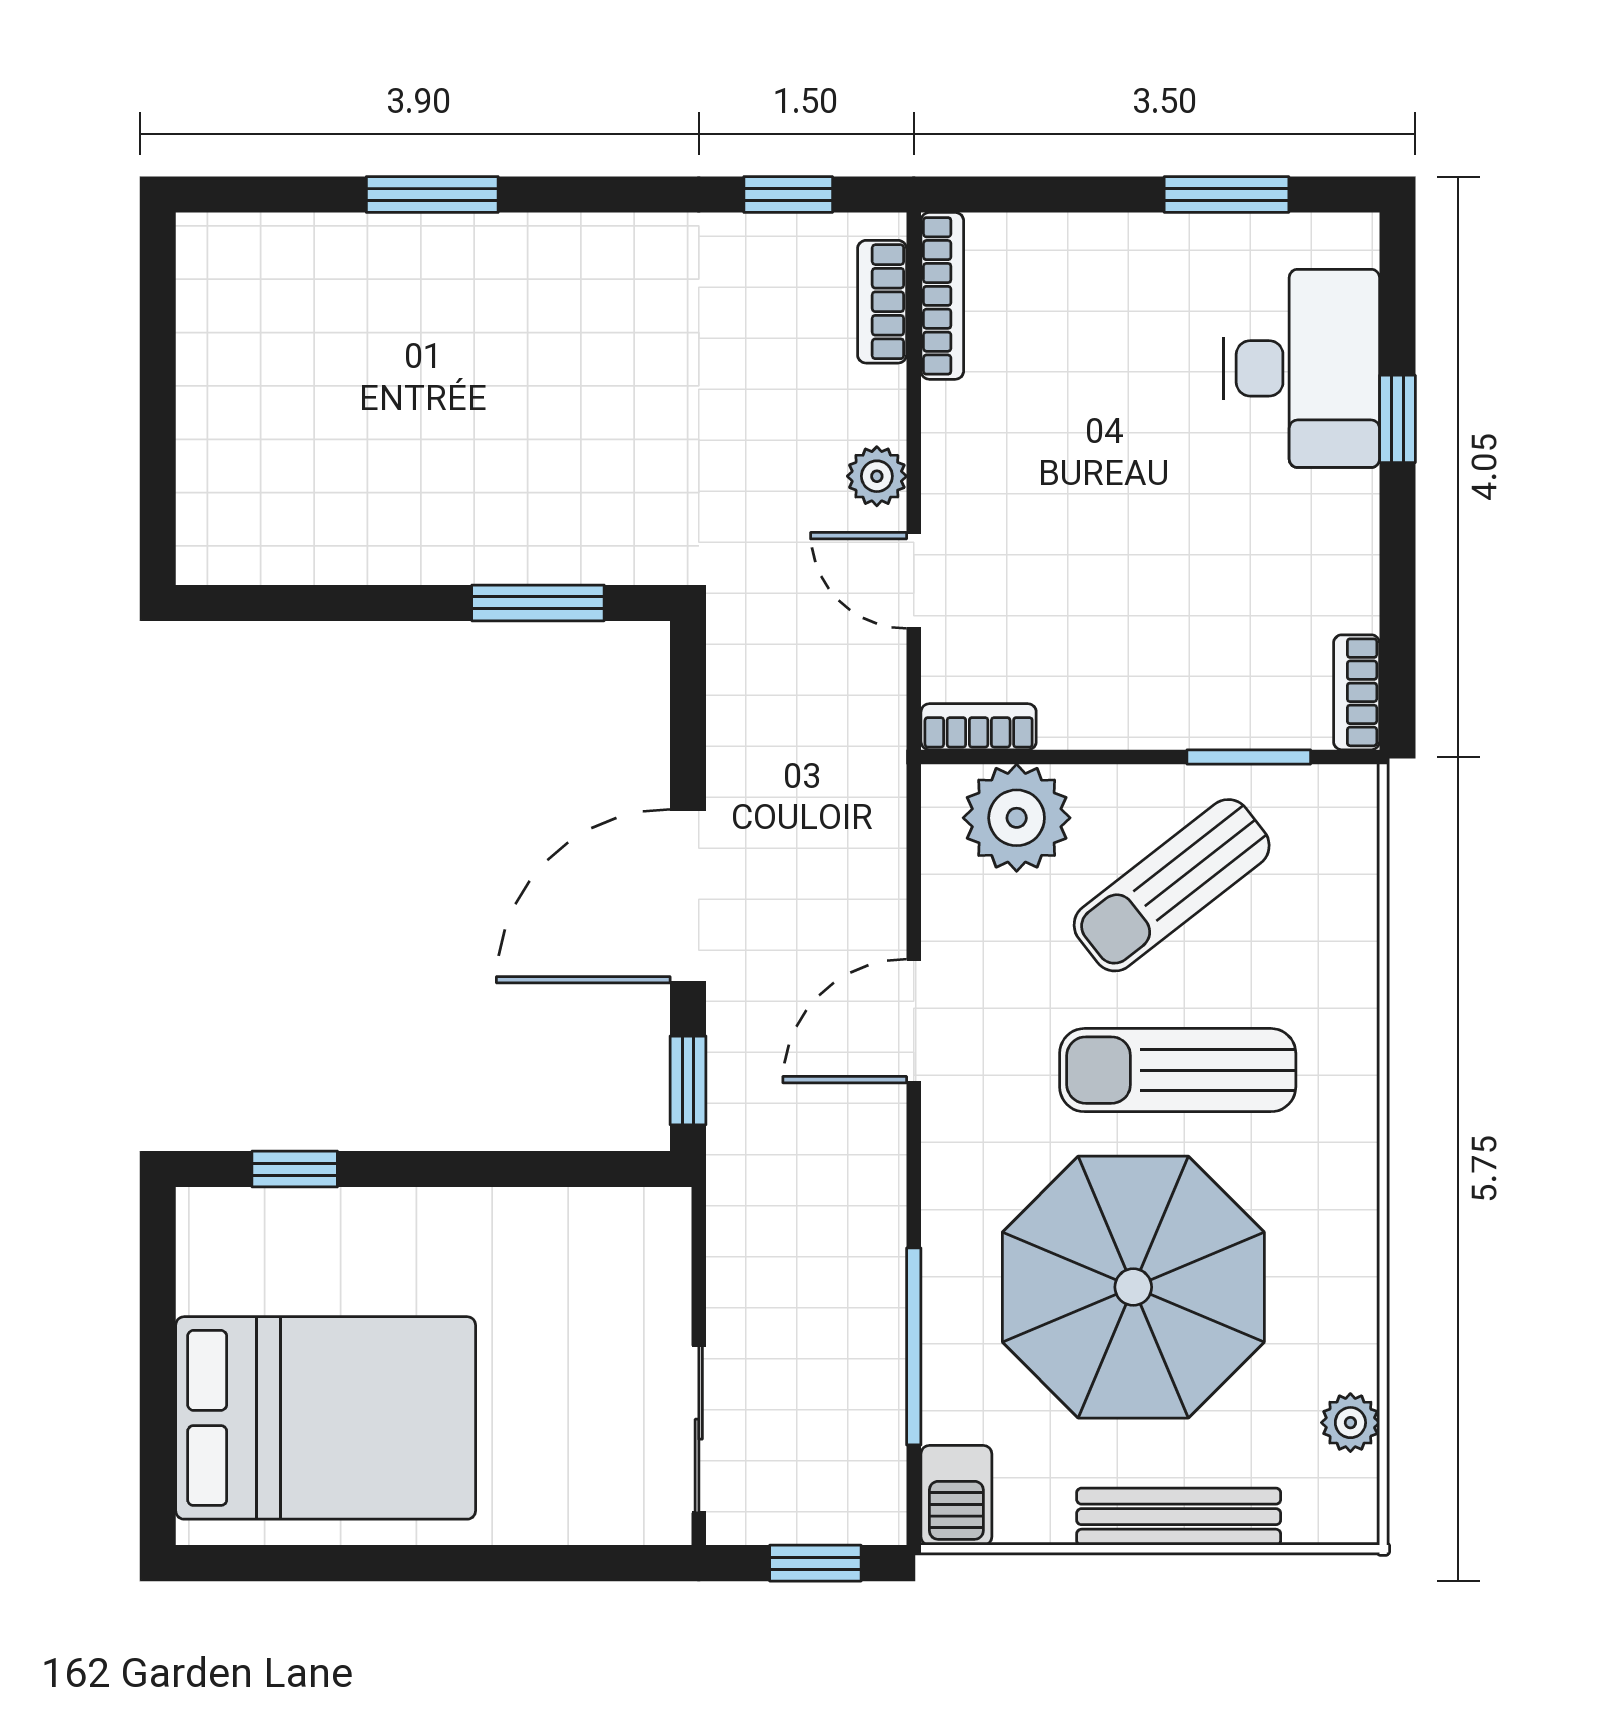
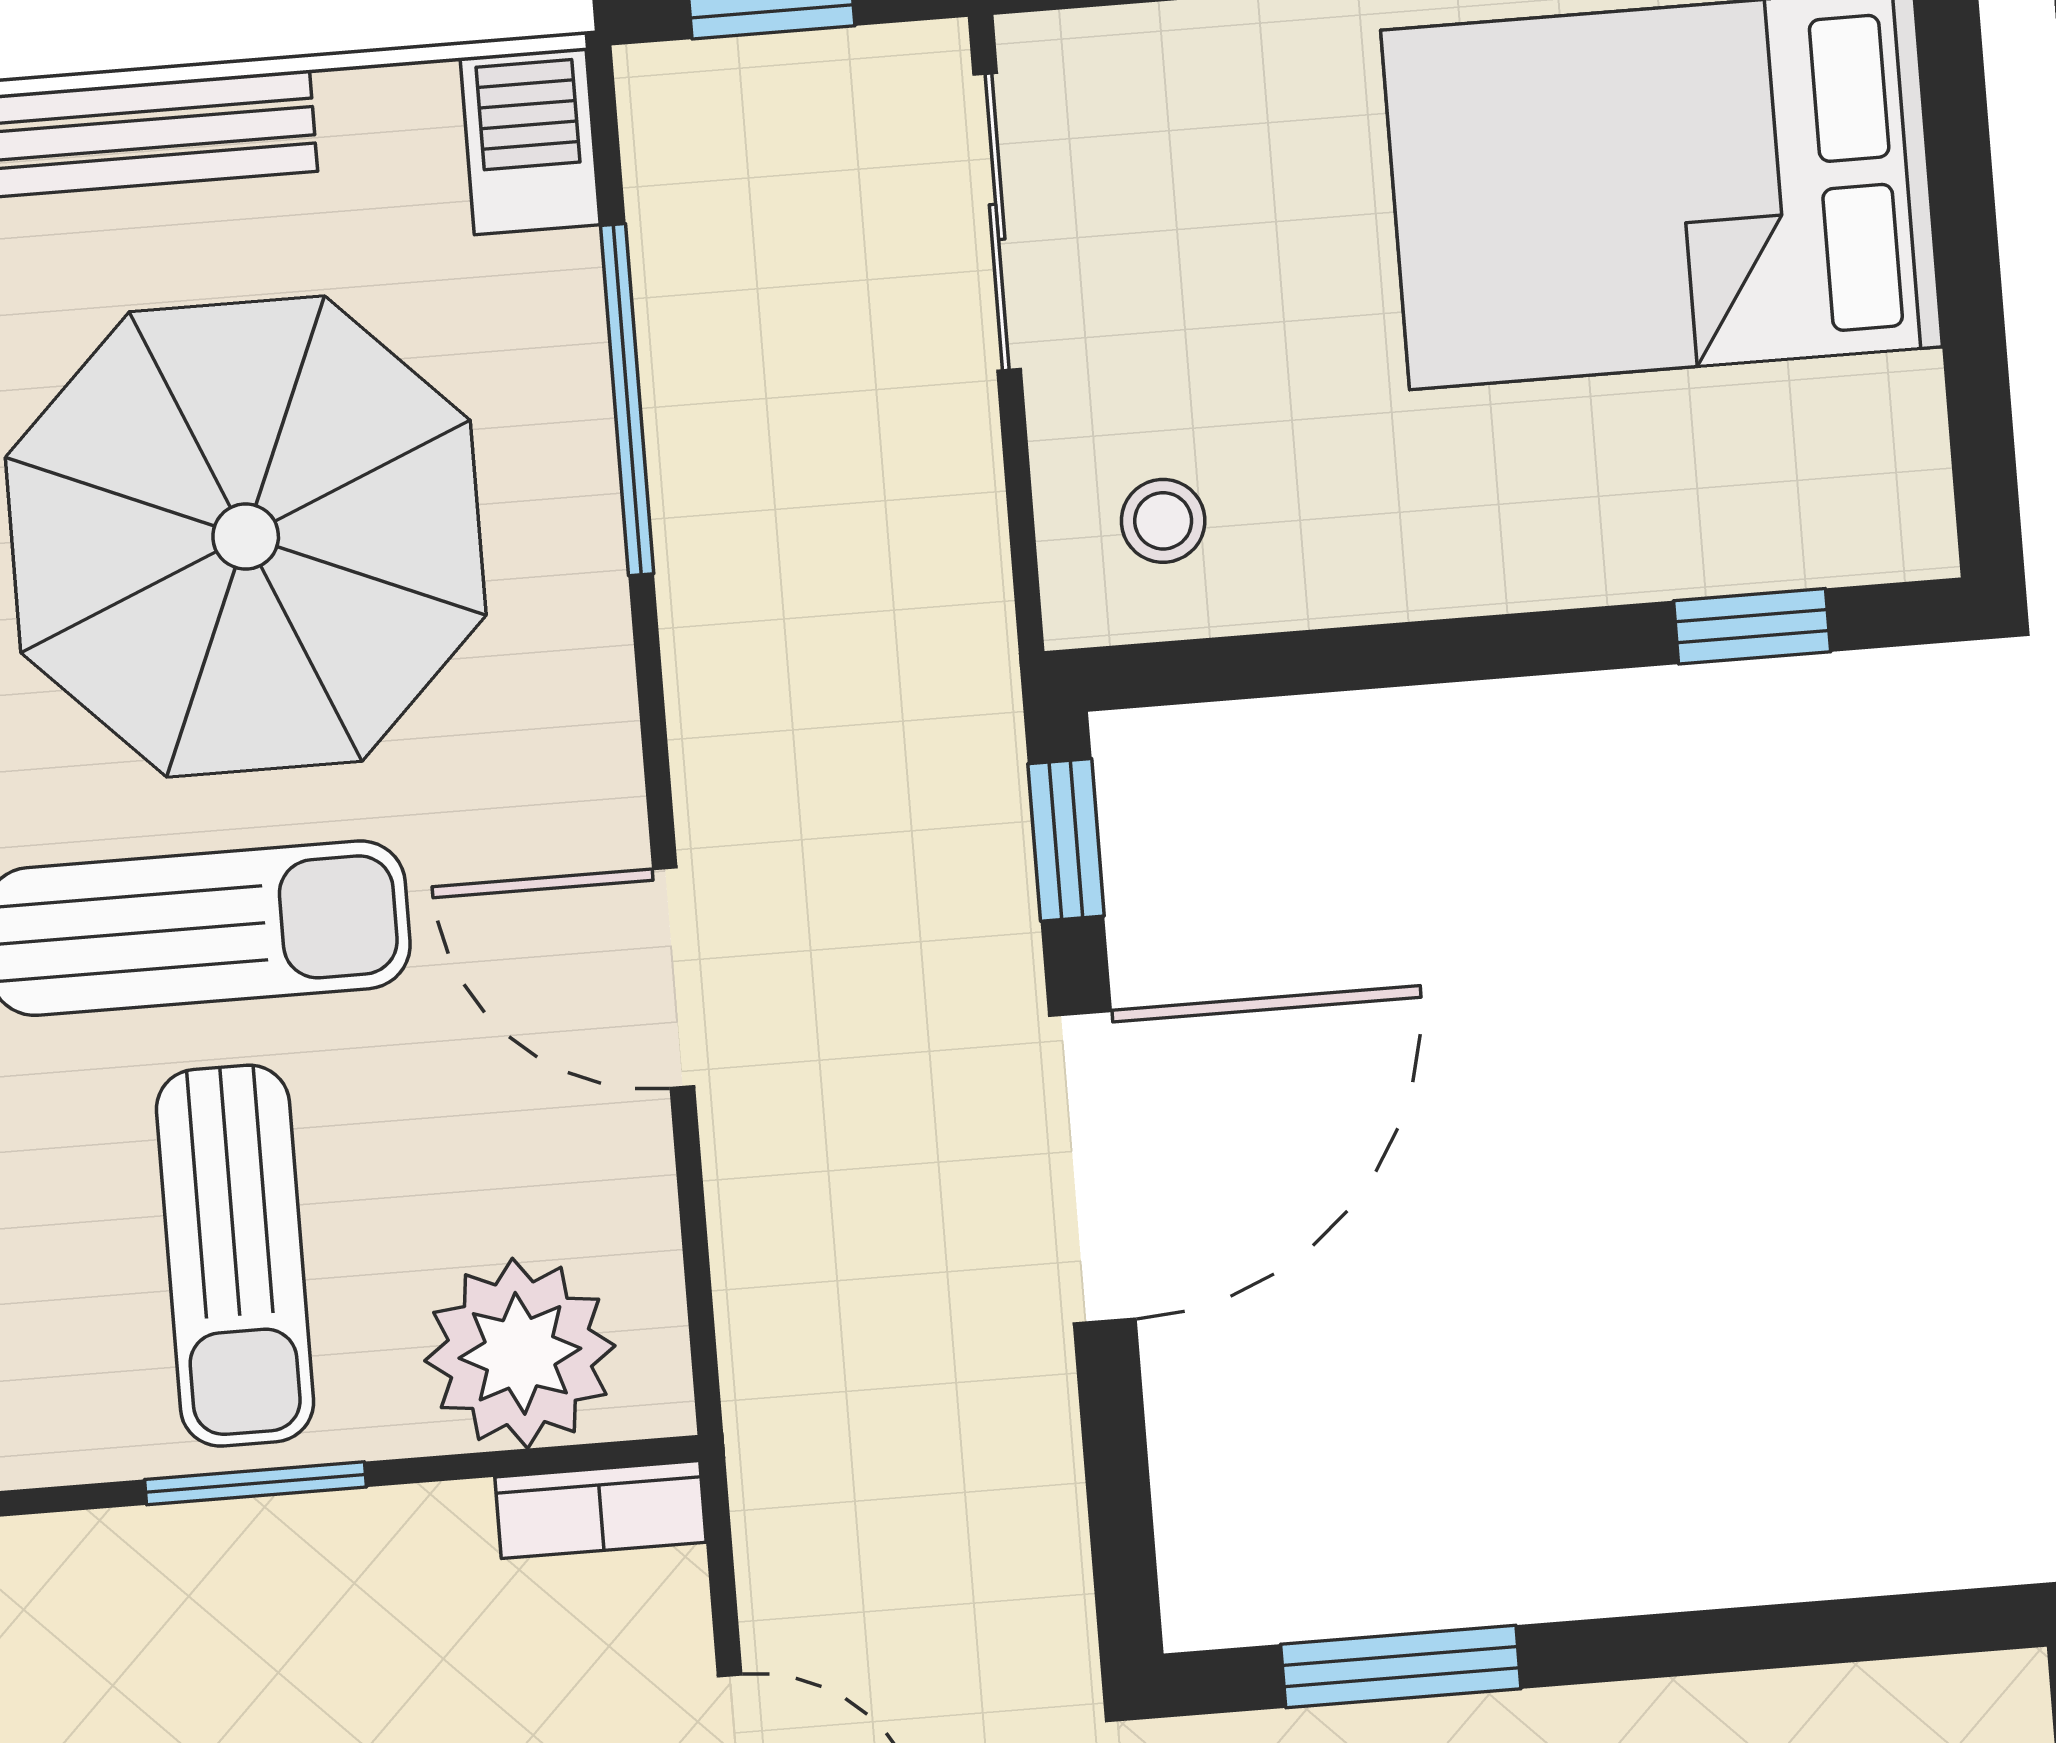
window: (1249, 757) -> (256, 1483), moved
sun lounger: (1172, 885) -> (235, 1256), turned 128
door: (914, 1021) -> (674, 978), swing flipped
stool: (619, 1255) -> (1163, 521), added

